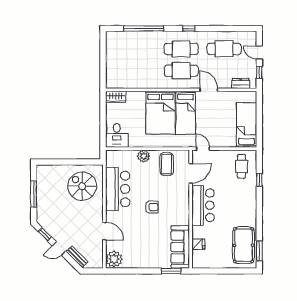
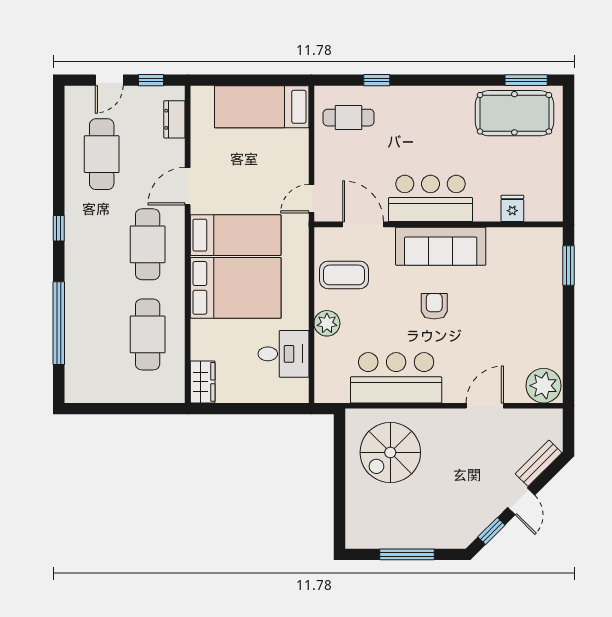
cafe table: (181, 49) -> (148, 334), moved
desk: (117, 135) -> (283, 354), moved
sofa: (180, 247) -> (441, 246), moved

